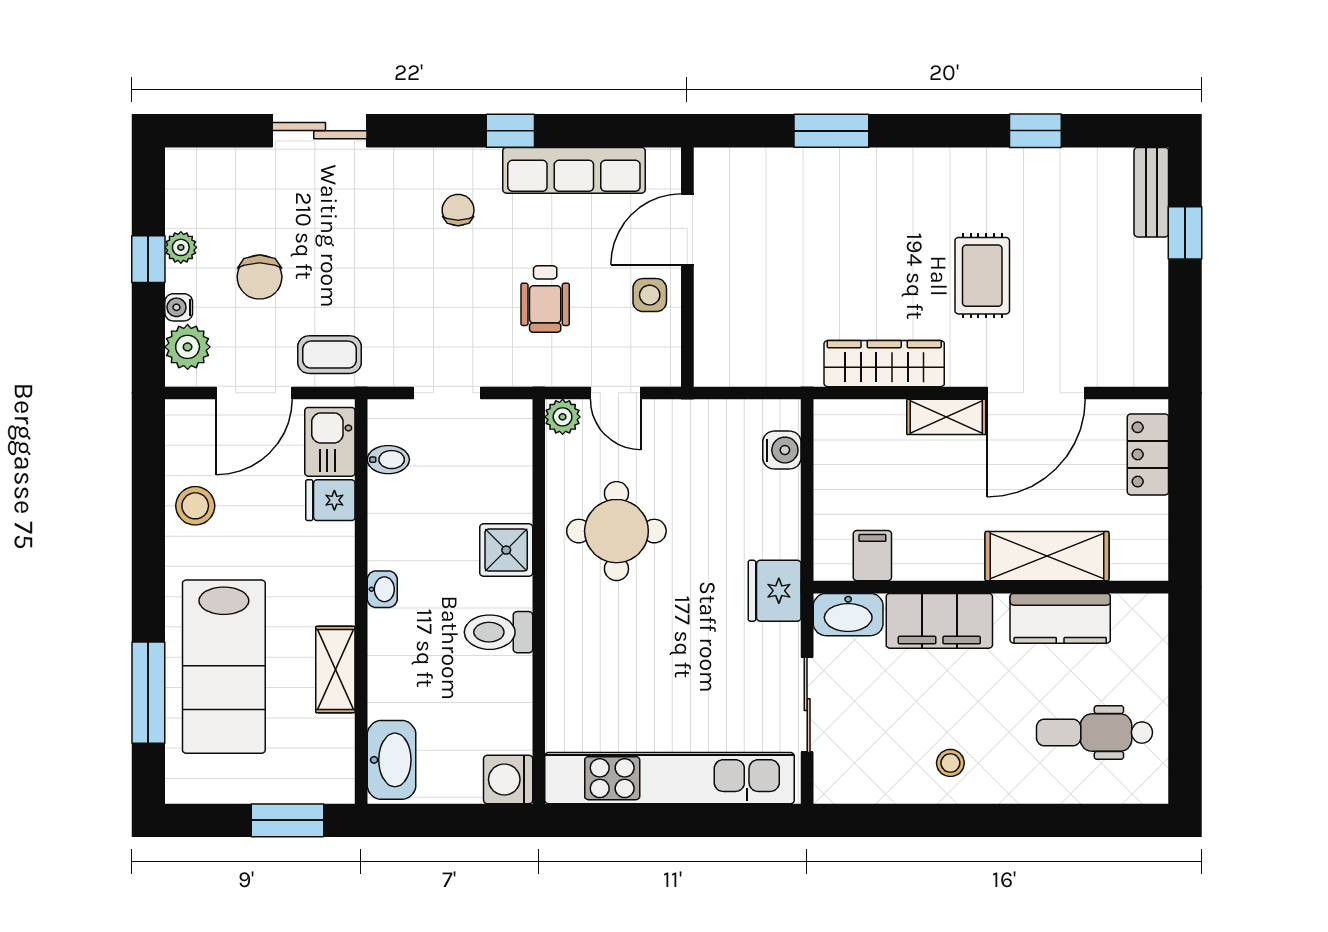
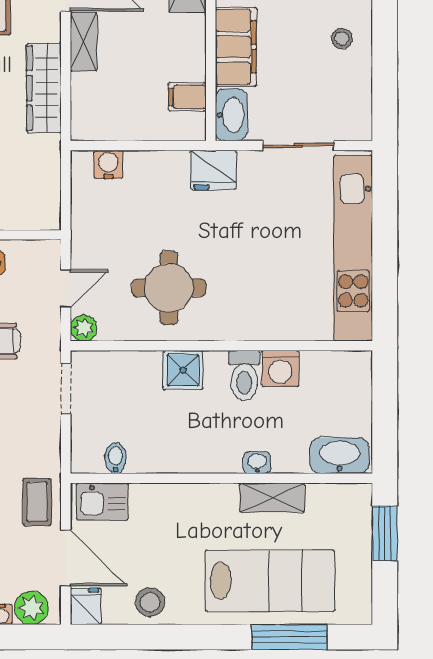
doorway: (447, 393) -> (66, 388), moved
fridge: (330, 500) -> (86, 606), moved, turned 180
washbasin: (382, 589) -> (257, 463), moved
washing machine: (508, 780) -> (280, 369), moved

